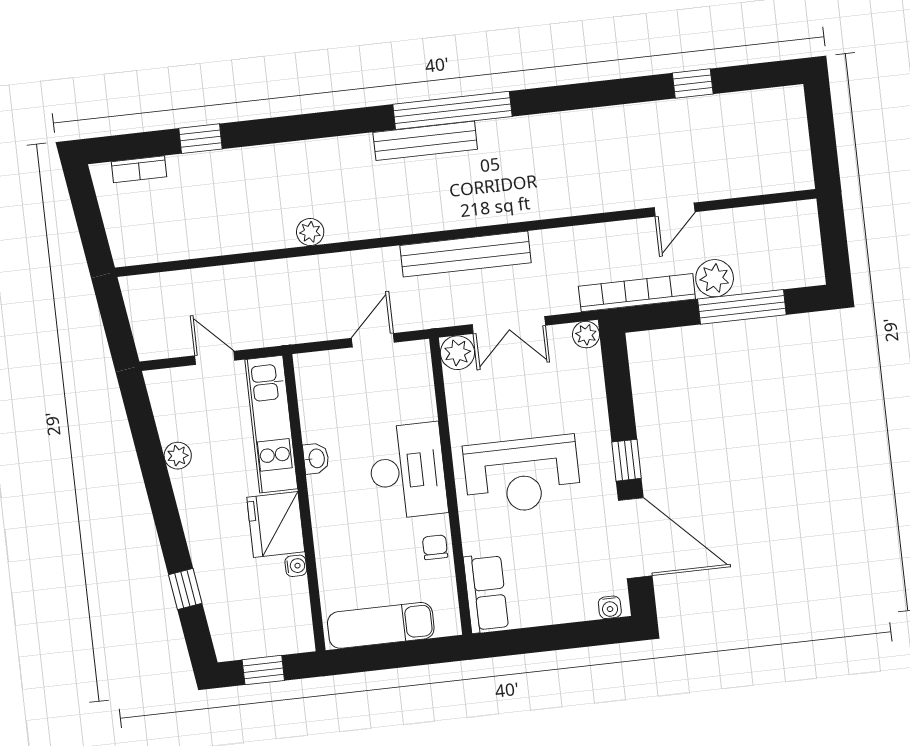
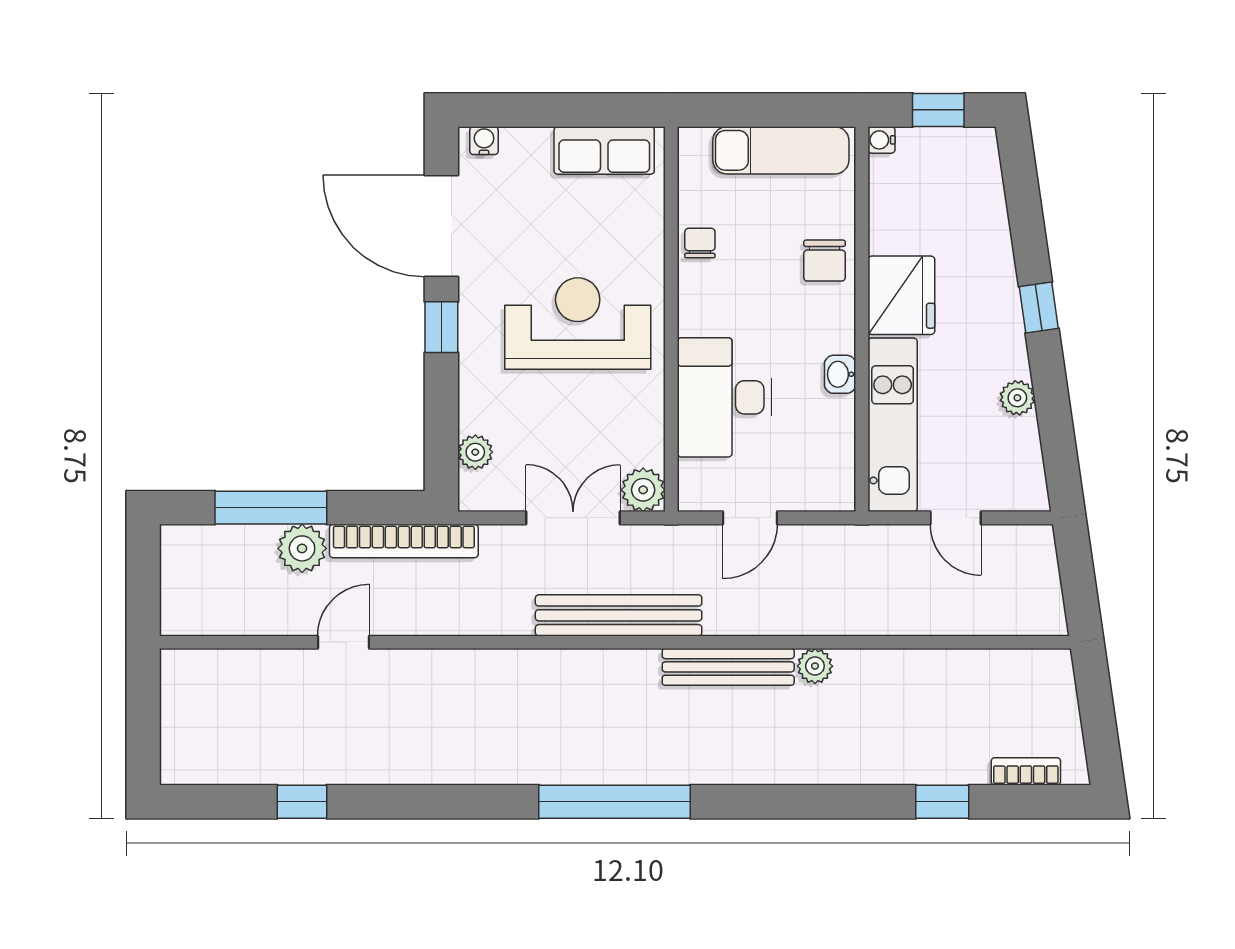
bench: (425, 141) -> (728, 667), moved
plant: (586, 335) -> (475, 452), moved
desk: (407, 471) -> (724, 397), moved
chair: (338, 544) -> (825, 261), added
chair: (435, 547) -> (700, 243), turned 180
water cooler: (296, 566) -> (881, 140), moved
window: (185, 589) -> (1039, 307), moved
row of seats: (486, 593) -> (604, 150), moved, turned -90

